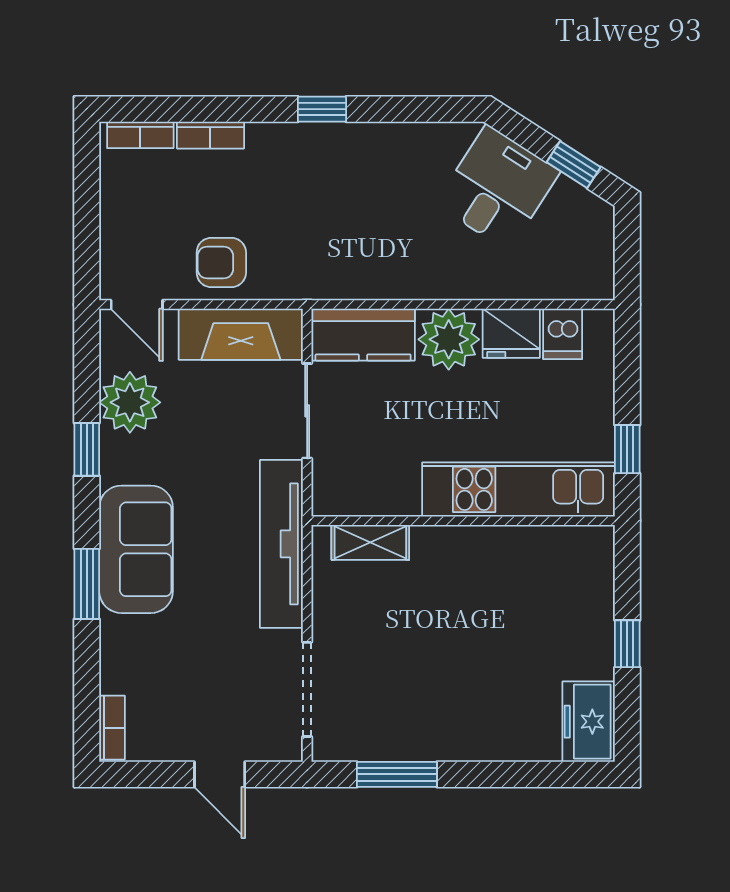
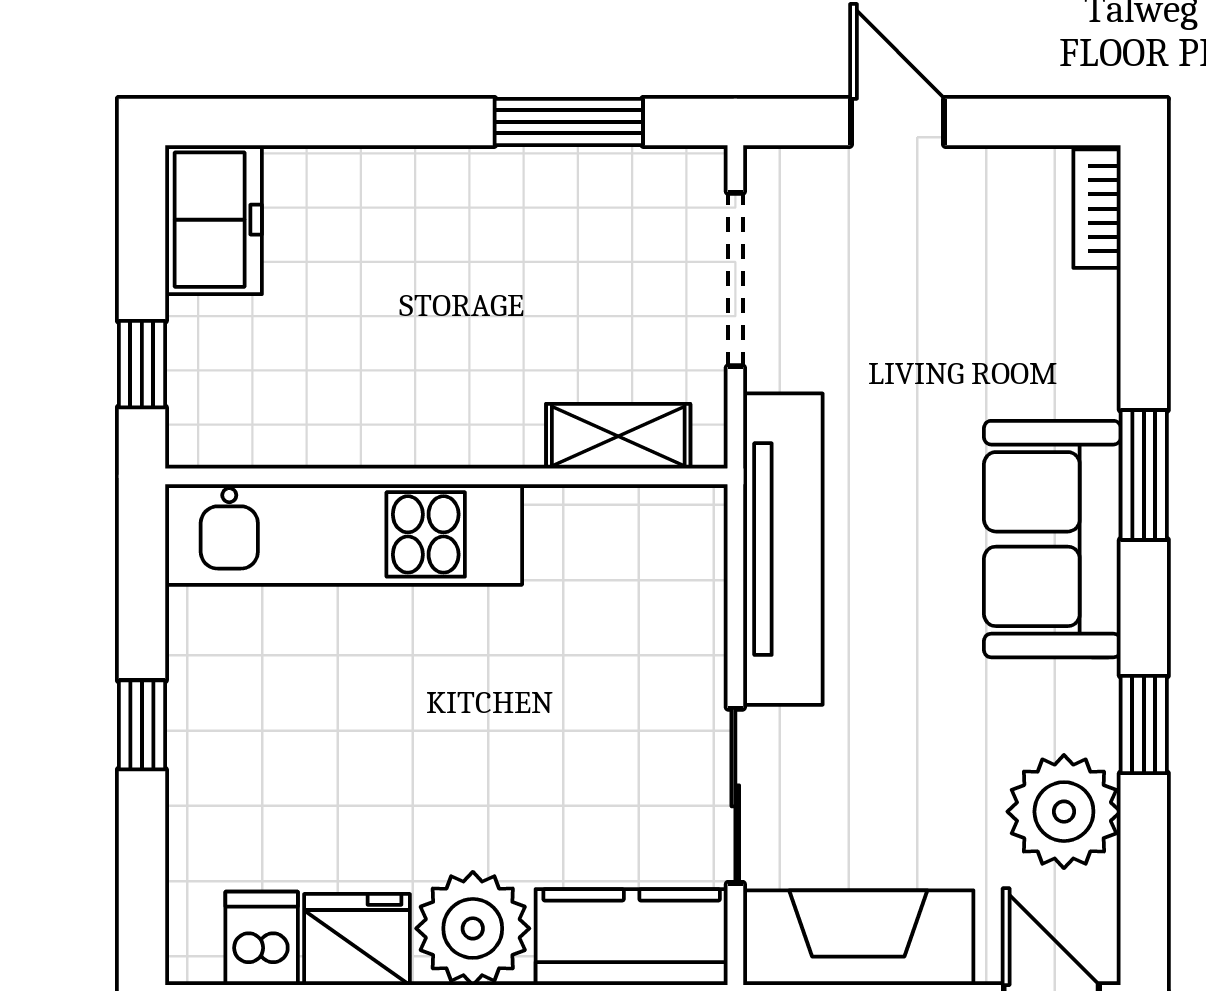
kitchen unit: (518, 489) -> (344, 534), moved
wall: (463, 521) -> (446, 476), moved
shelving: (370, 542) -> (618, 436), moved

